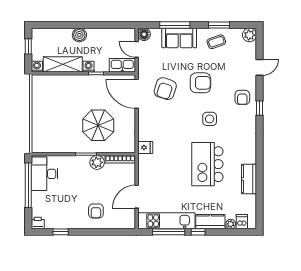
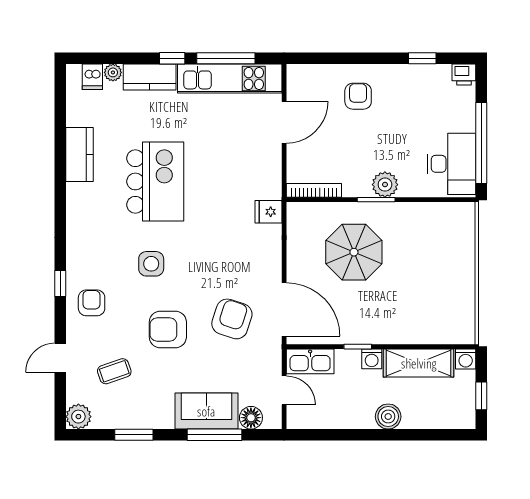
floor lamp: (144, 34) -> (251, 418), moved
coffee table: (216, 42) -> (114, 371), moved
plant: (97, 162) -> (385, 185), moved

